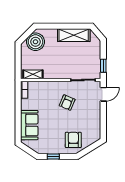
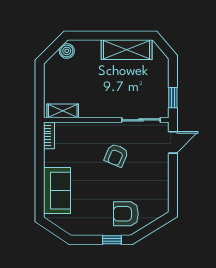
boiler: (35, 42) -> (67, 51), width x0.54, depth x0.54
armchair: (73, 140) -> (126, 214), turned -90
window: (53, 157) -> (112, 240), moved

